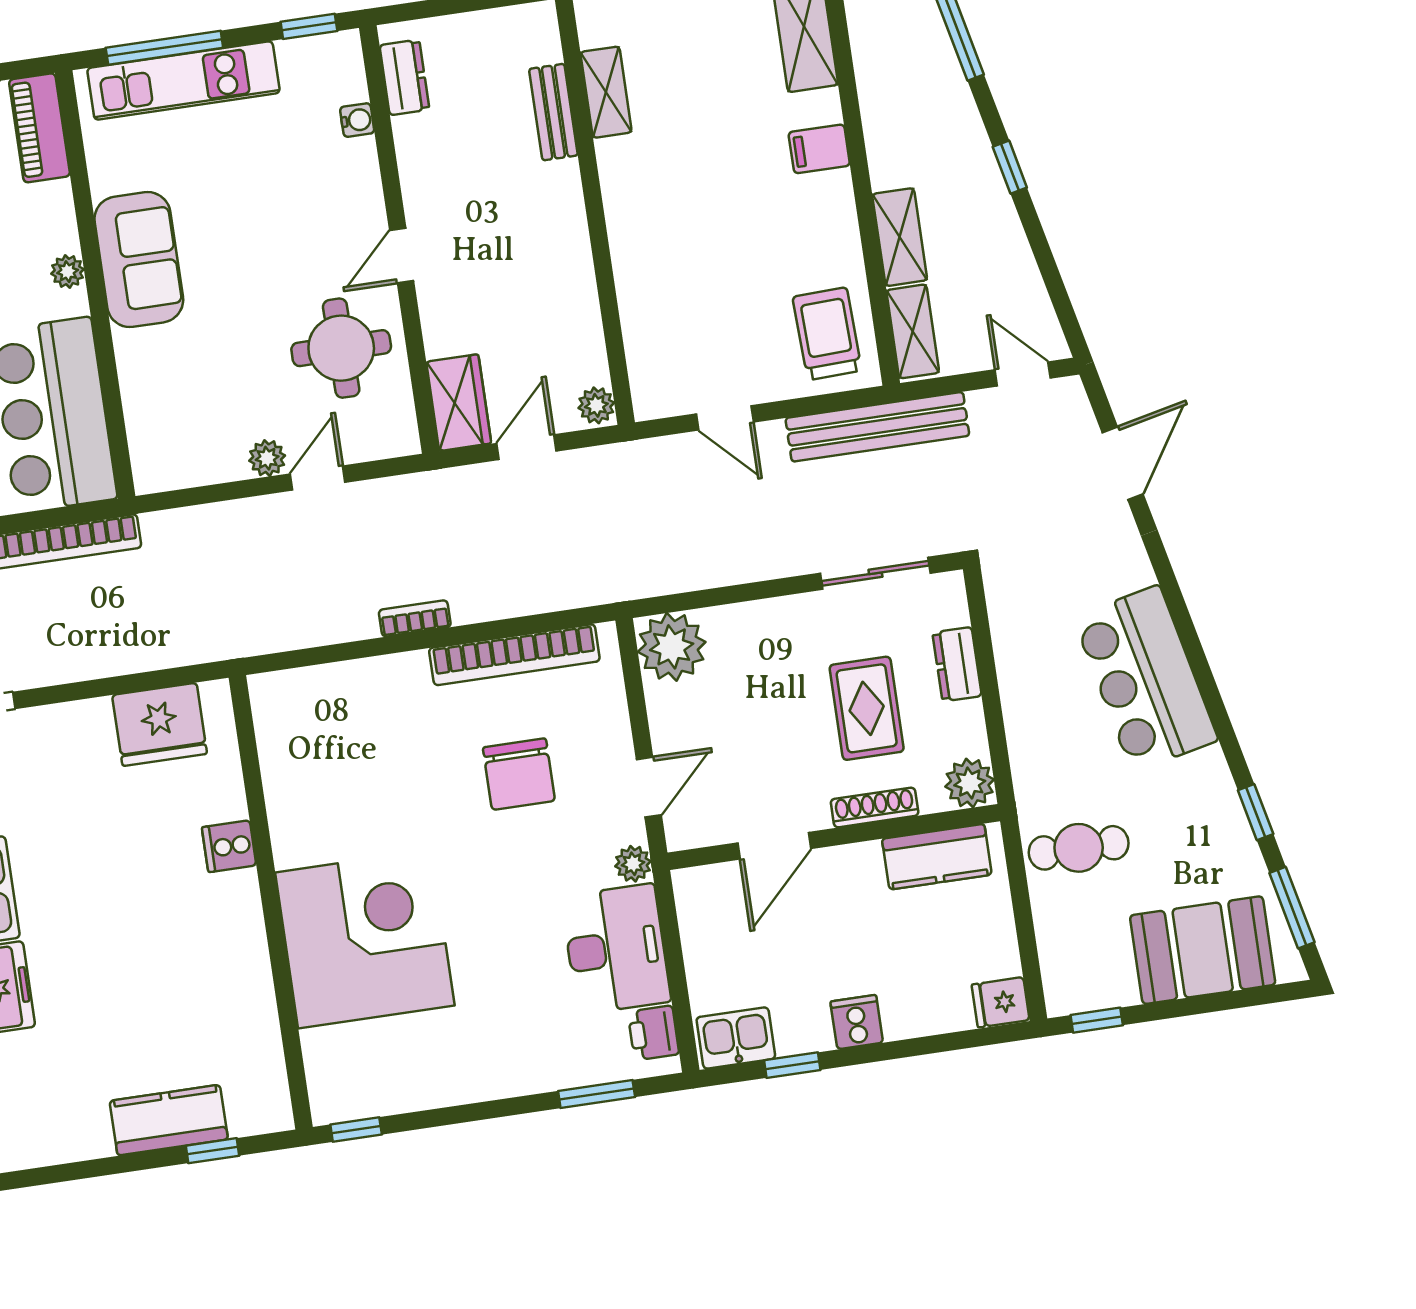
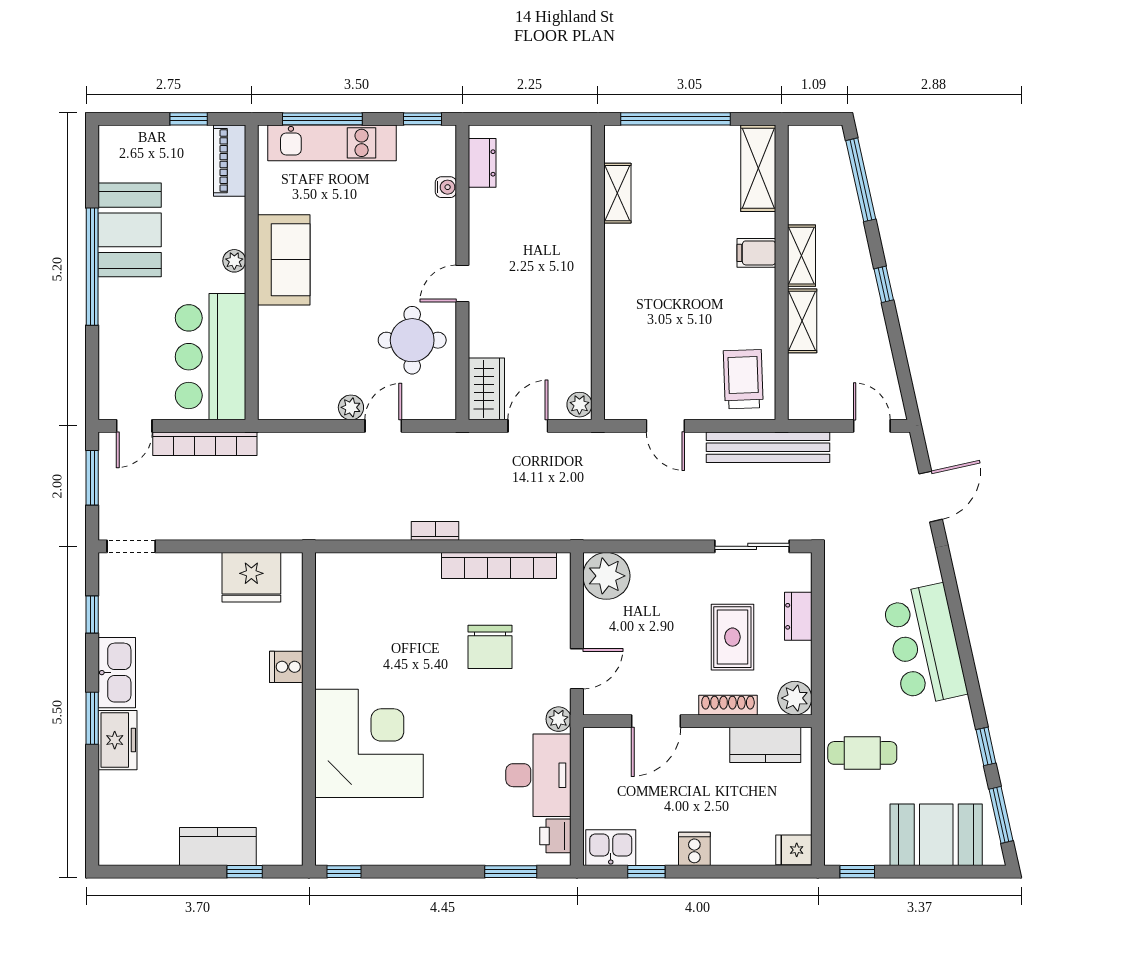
bench: (553, 112) -> (580, 201), removed
shelving: (913, 331) -> (802, 256), moved

